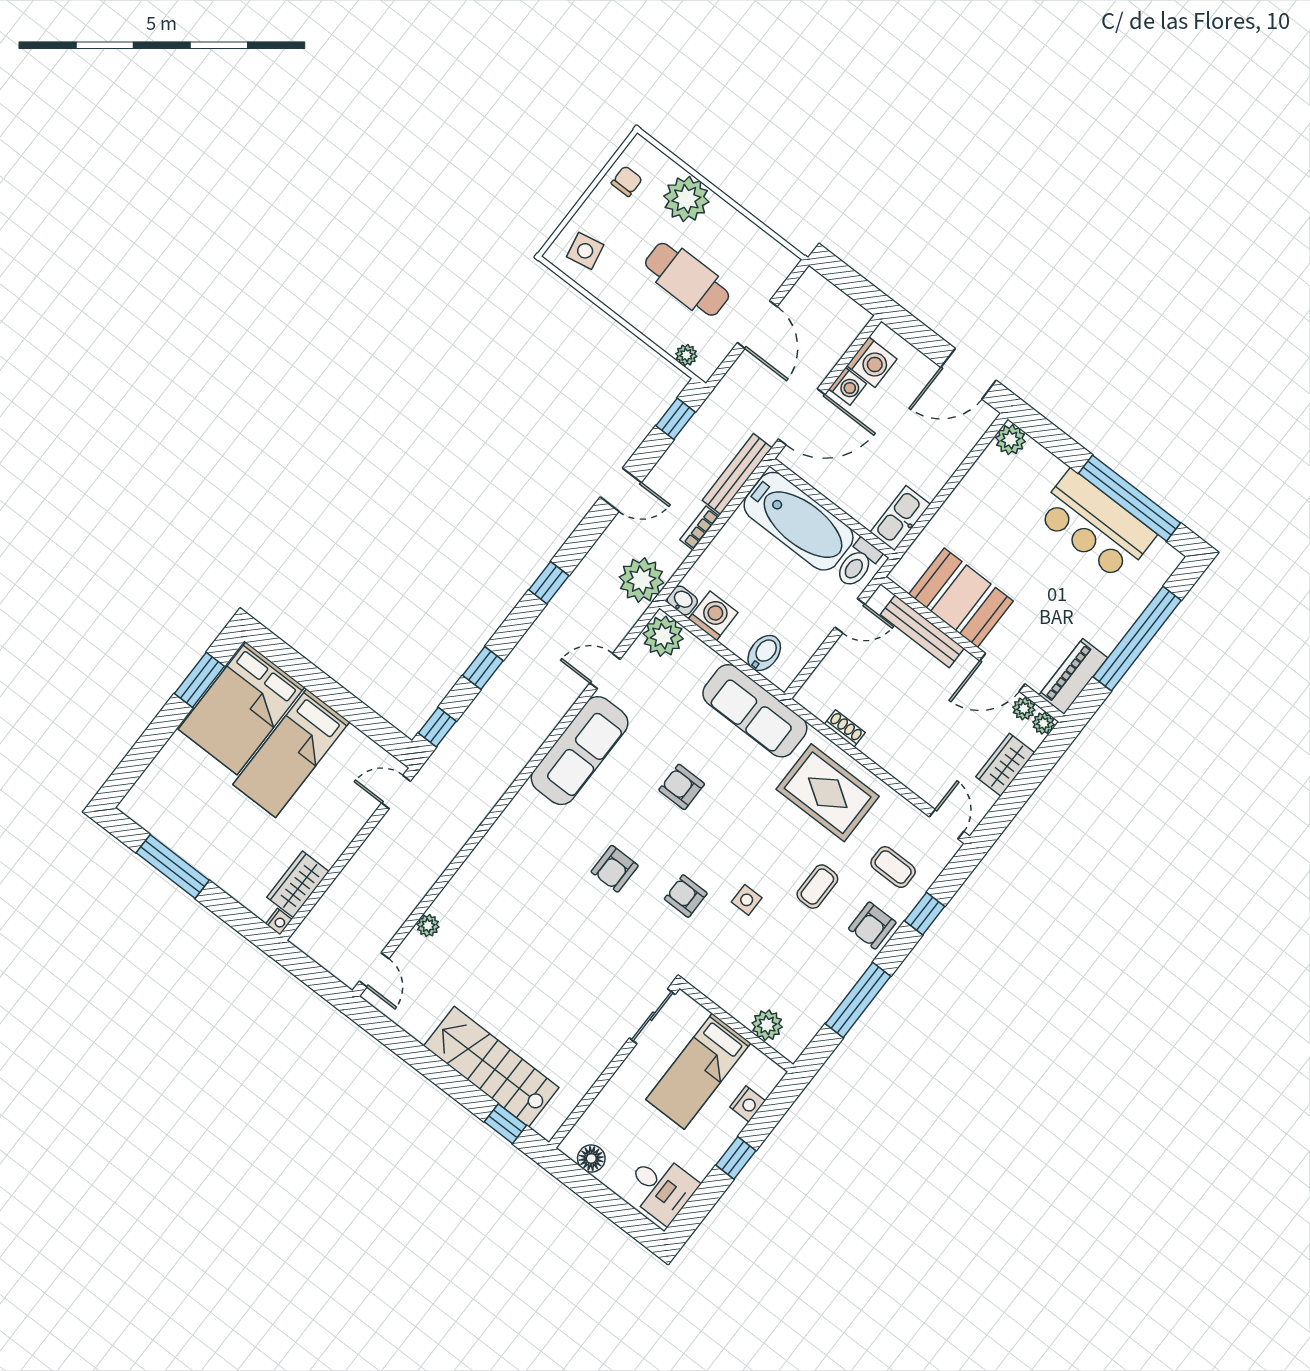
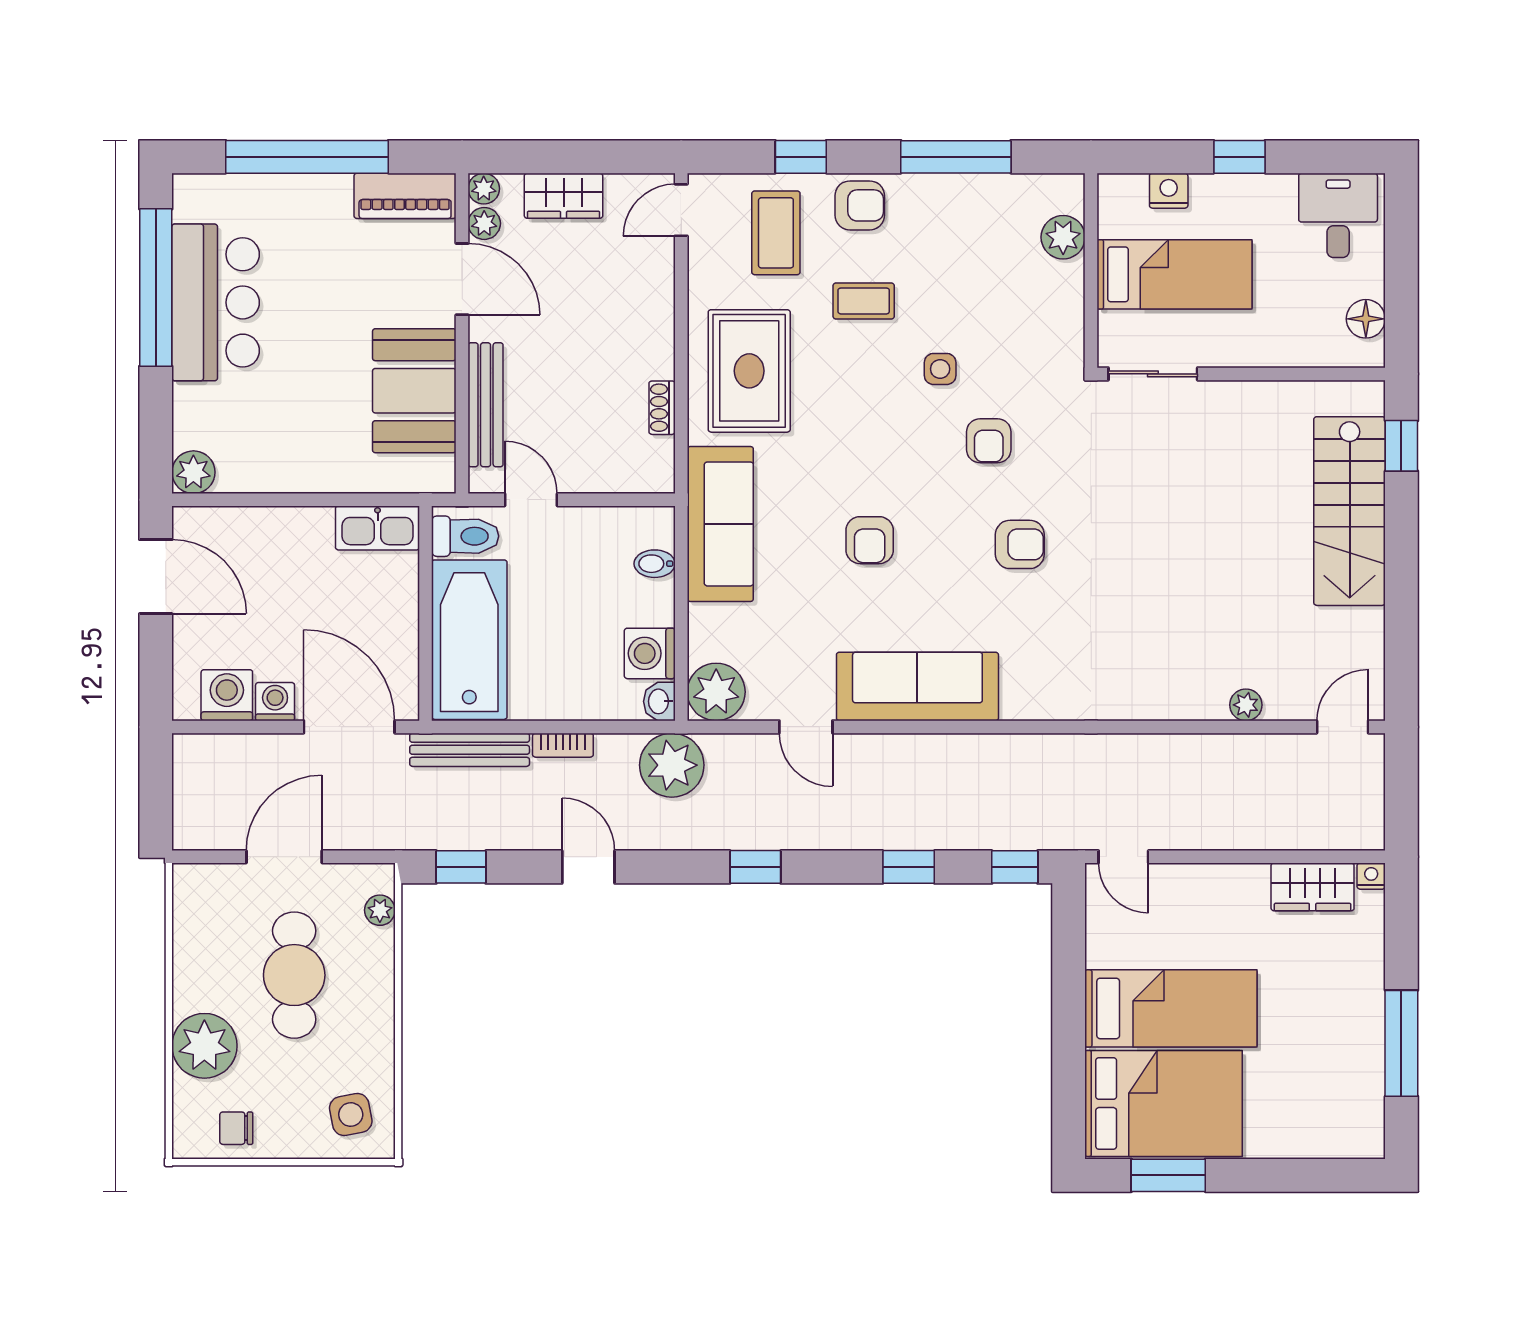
bidet: (764, 653) -> (655, 564), width x0.72, depth x0.74
coffee table: (893, 867) -> (776, 233), width x1.36, depth x1.30

